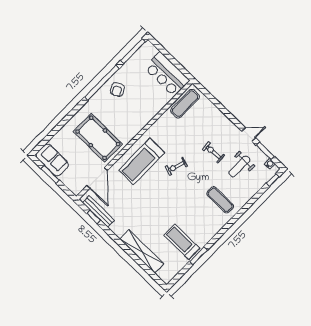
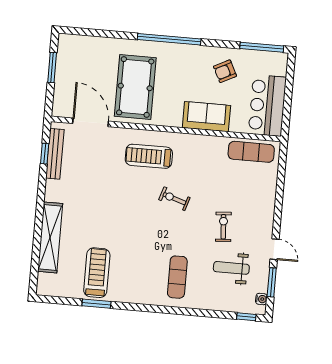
window: (102, 83) -> (169, 39), moved
armchair: (117, 90) -> (225, 71), moved
sofa: (52, 160) -> (206, 117), moved, turned -90
treadmill: (142, 161) -> (149, 156), width x0.73, depth x0.73
door: (97, 178) -> (91, 122), swing flipped

